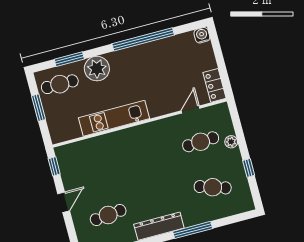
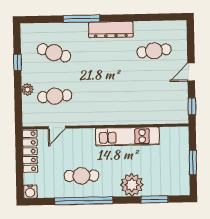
cafe table: (60, 84) -> (81, 176), moved
locker: (215, 85) -> (30, 151), width x1.53

